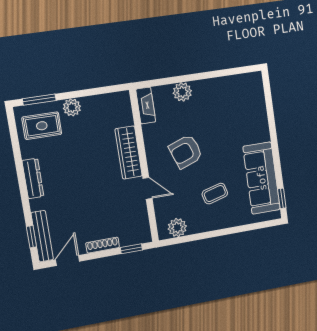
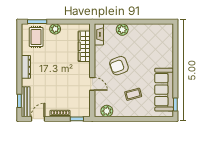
rug: (42, 126) -> (36, 37), turned 90
wardrobe: (129, 153) -> (84, 46), moved

